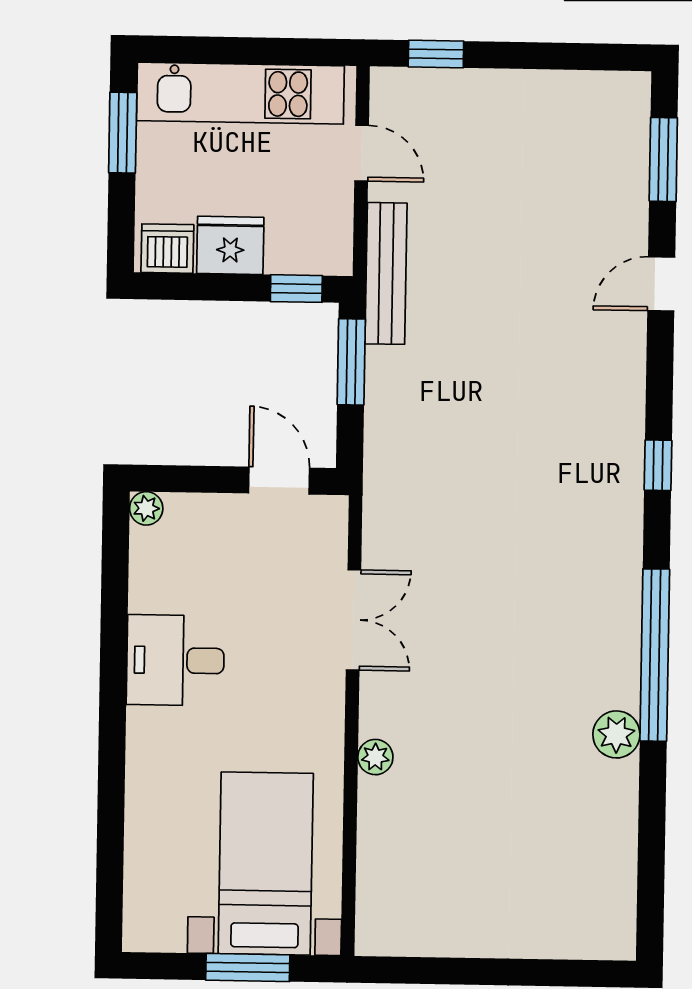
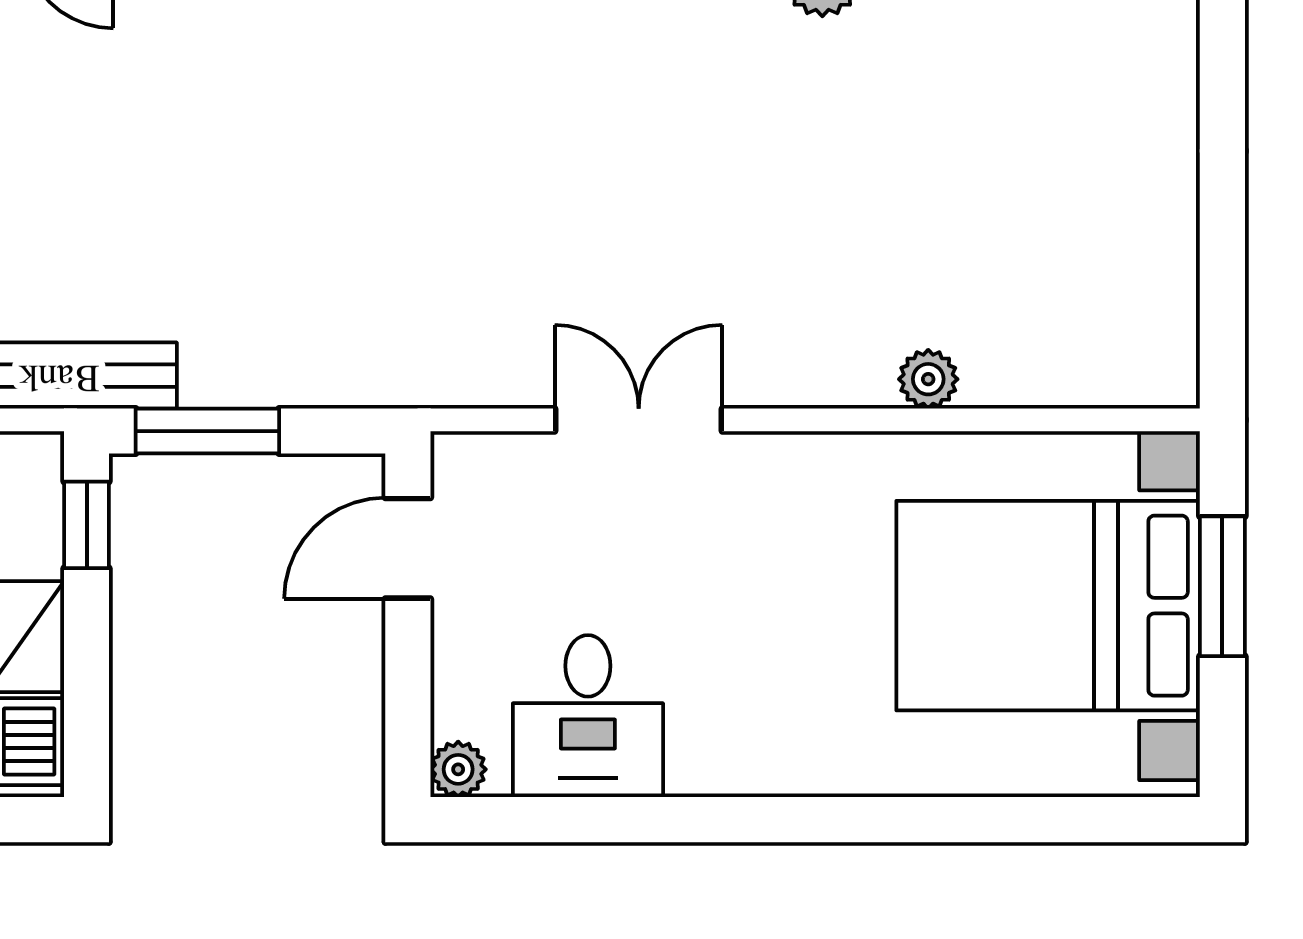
desk: (175, 660) -> (588, 716), moved
plant: (375, 757) -> (928, 379), moved
bed with nightstands: (266, 864) -> (1048, 606), width x1.36

